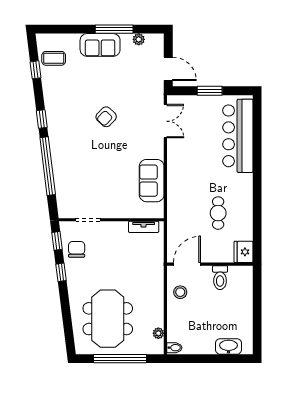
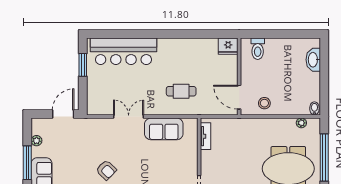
window: (210, 91) -> (83, 65), moved
double door: (165, 121) -> (129, 117), moved
cafe table: (218, 213) -> (181, 91), moved
toilet: (220, 278) -> (258, 49), moved, turned 90

